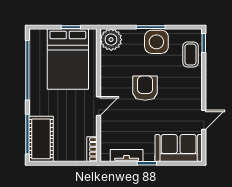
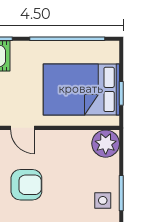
side table: (156, 42) -> (103, 200), width x0.54, depth x0.54
armchair: (145, 88) -> (26, 185), moved

